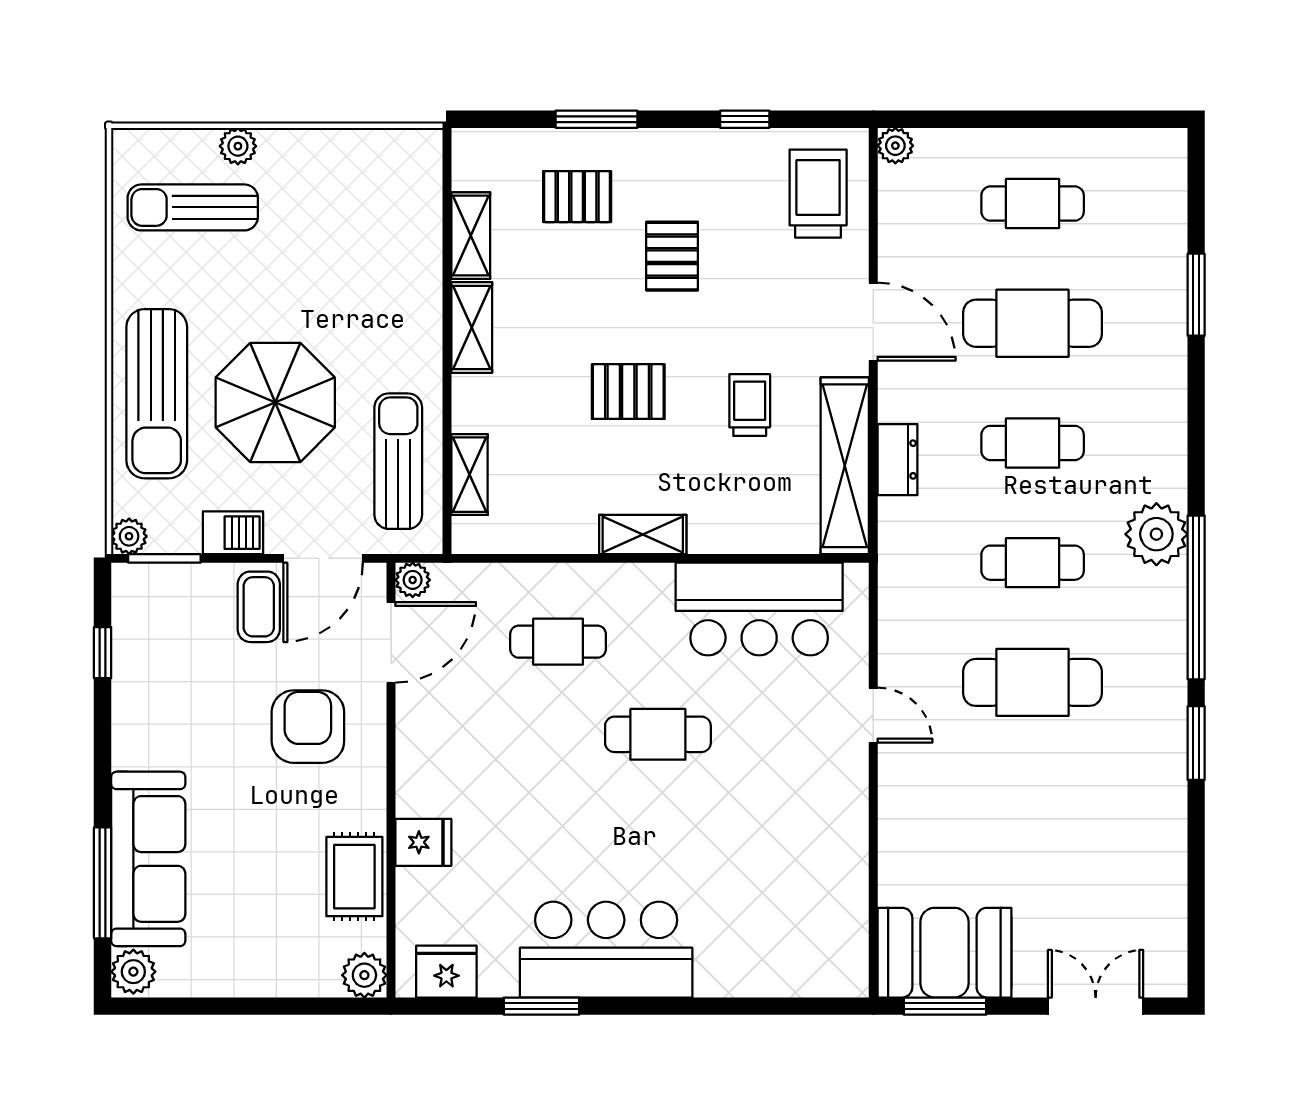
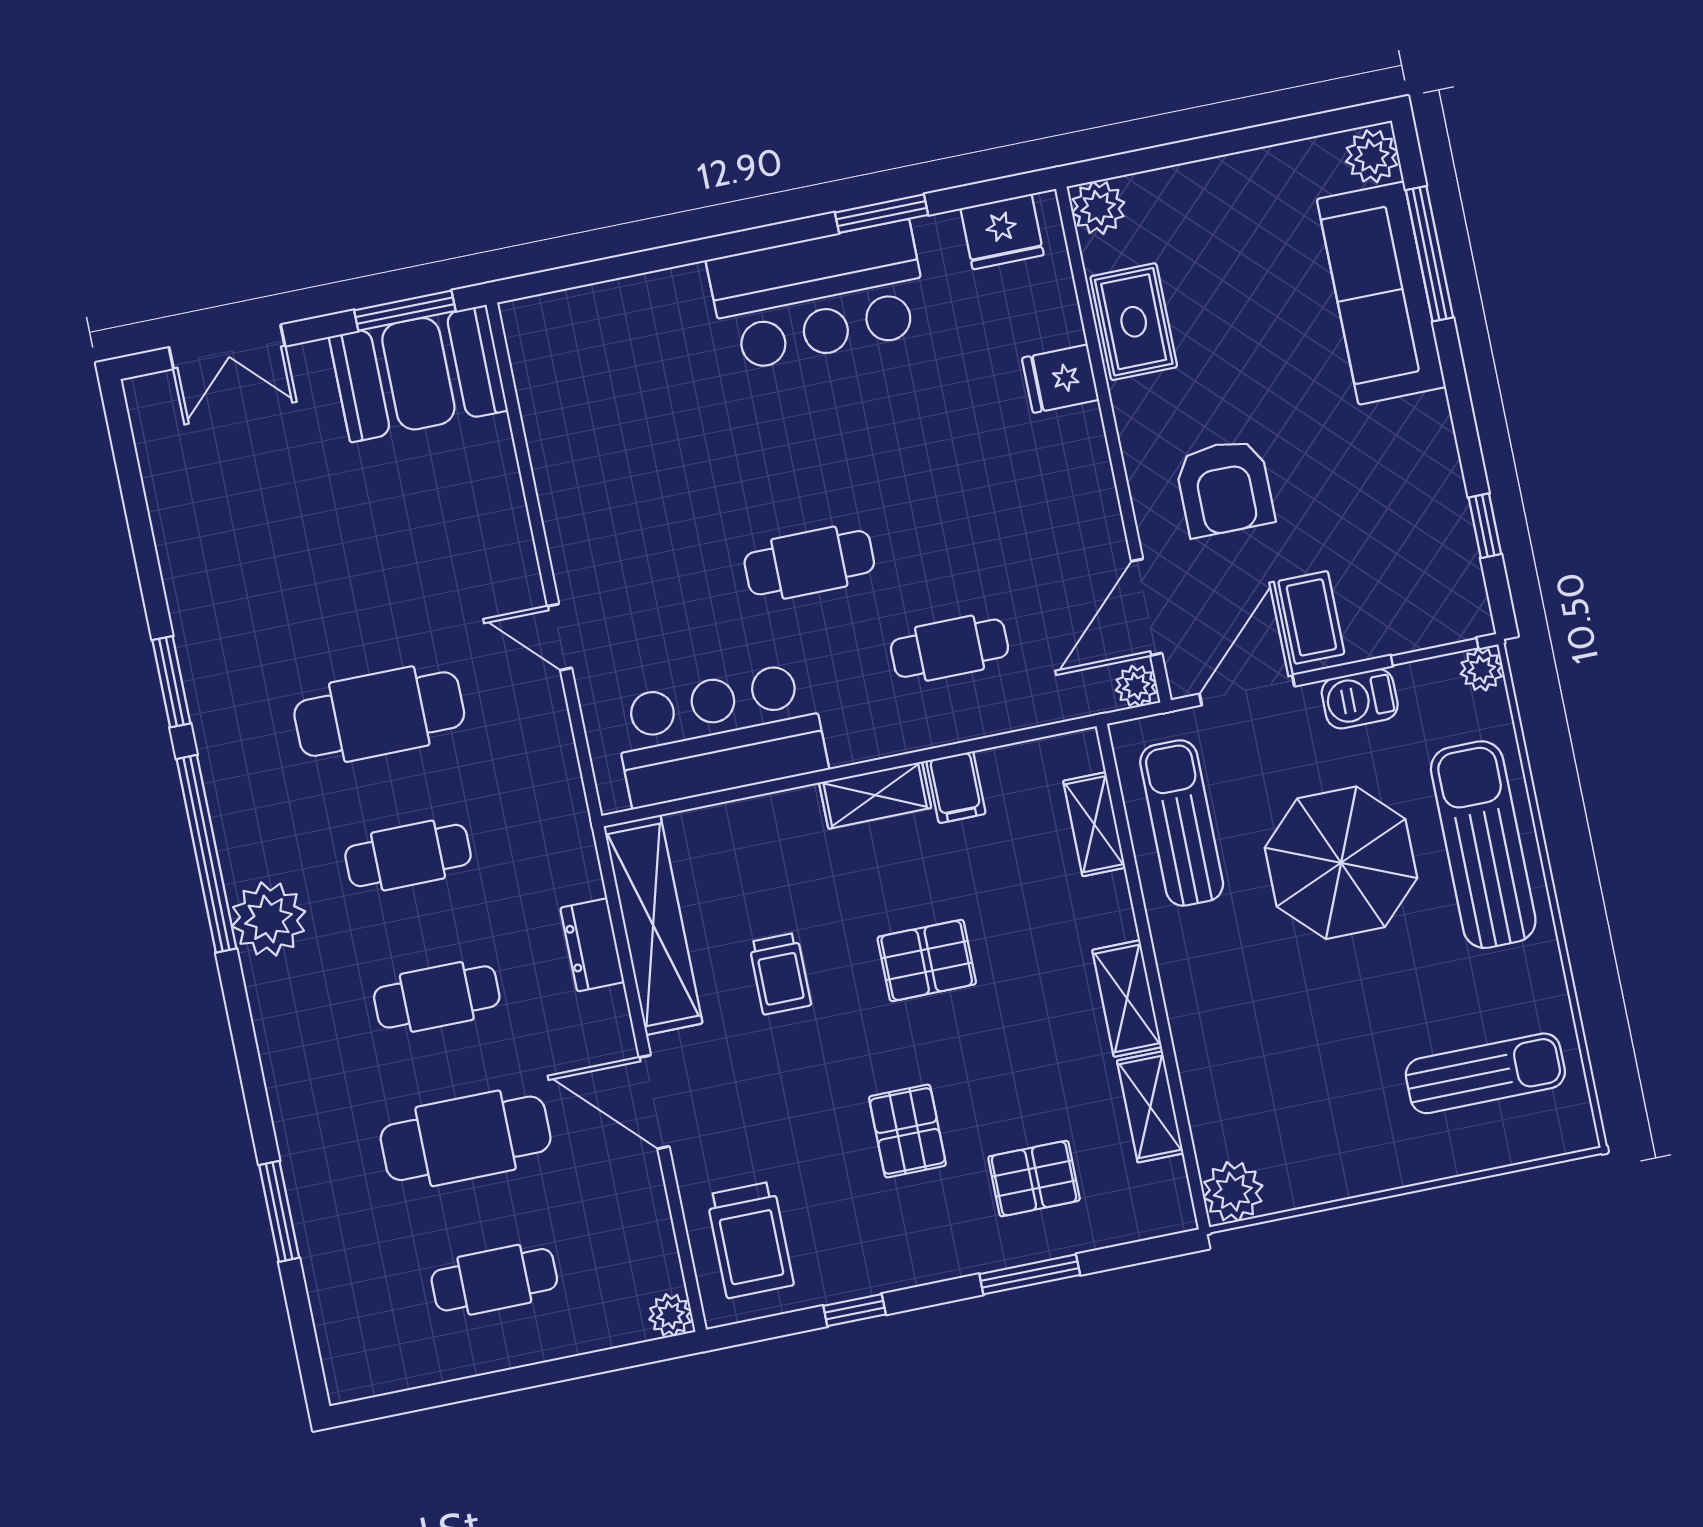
plant: (238, 146) -> (1233, 1192), moved, width x1.38, depth x1.38
sun lounger: (398, 461) -> (1182, 823), turned 180
filing cabinet: (576, 528) -> (956, 787), added

